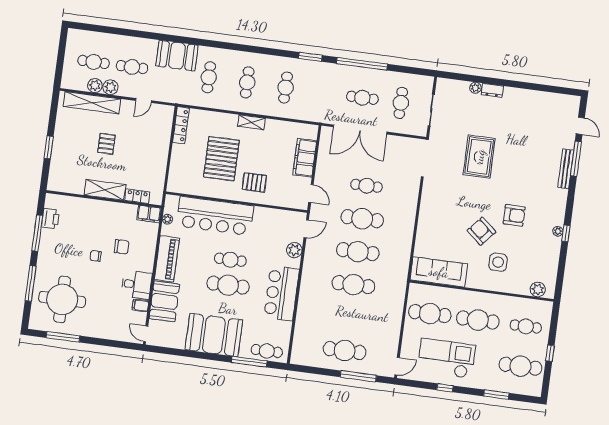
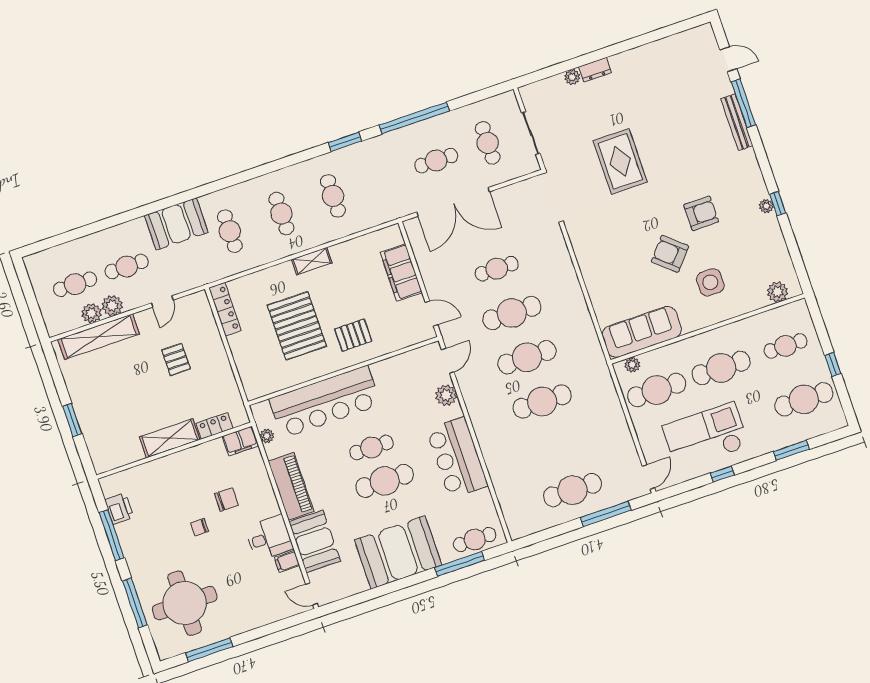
pallet: (106, 144) -> (176, 359), moved
plant: (422, 290) -> (632, 365), added

